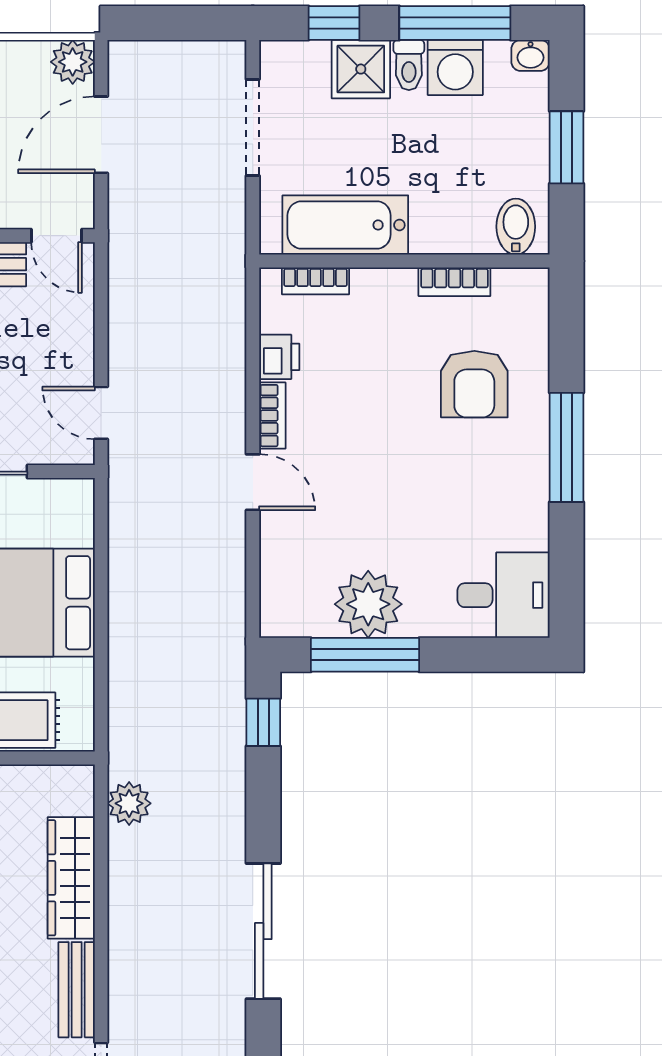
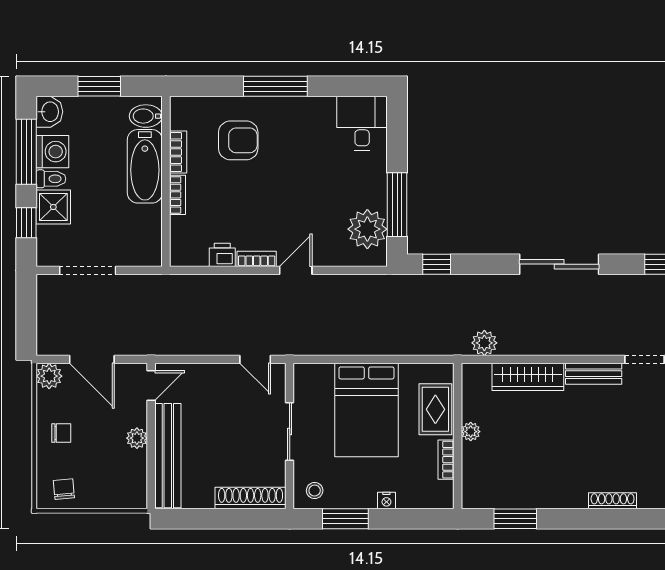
washbasin: (530, 55) -> (49, 112), width x1.38, depth x1.45
bathtub: (345, 225) -> (145, 166), moved
bookcase: (315, 281) -> (178, 195), moved
door: (101, 413) -> (255, 359), hinge flipped
plant: (368, 604) -> (367, 229), moved

